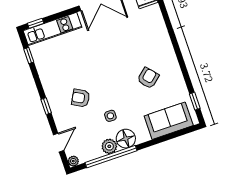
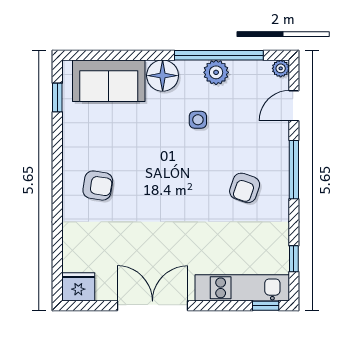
armchair: (148, 78) -> (98, 186), moved, turned -130
armchair: (81, 98) -> (245, 188), moved, turned 80
window: (46, 106) -> (294, 170), width x2.17
floor lamp: (126, 139) -> (163, 76), moved

